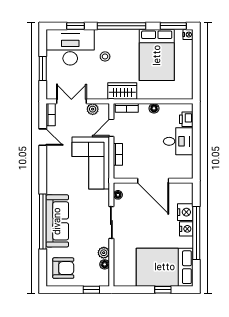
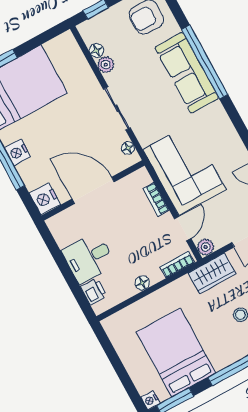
wardrobe: (122, 91) -> (212, 273), moved
plant: (93, 109) -> (206, 247), moved
nightstand: (185, 212) -> (45, 199), moved

